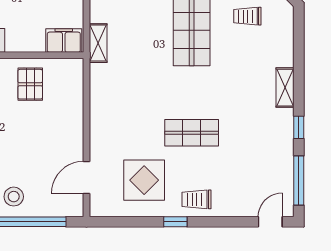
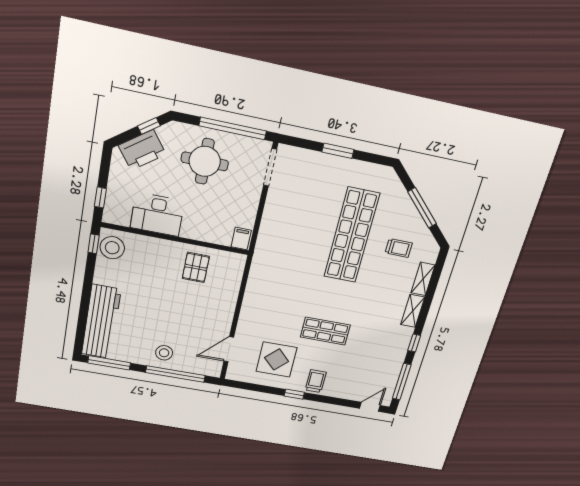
trolley: (247, 16) -> (399, 248), turned 180
filing cabinet: (64, 41) -> (241, 238), width x0.50
shelving: (98, 43) -> (423, 279), moved
trolley: (197, 199) -> (316, 381), turned 90

